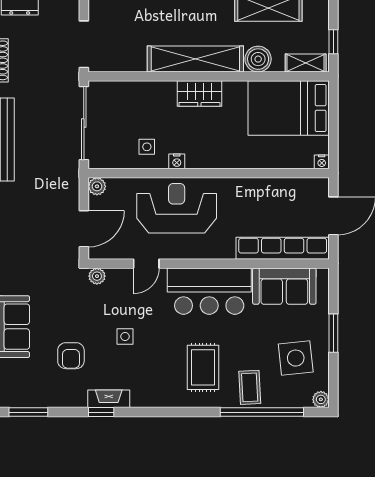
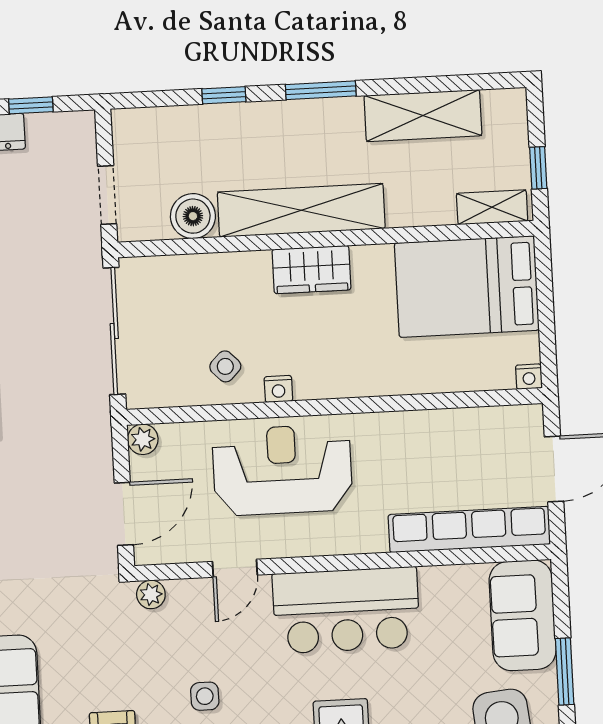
doorway: (84, 44) -> (107, 195), width x0.73
boiler: (258, 59) -> (193, 216), moved
side table: (147, 147) -> (225, 366), turned 45
sofa: (284, 286) -> (523, 615), moved, turned 90

